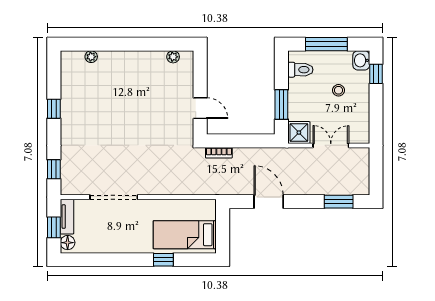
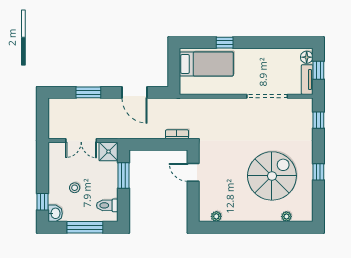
spiral stairs: (108, 104) -> (272, 176), added
window: (339, 202) -> (88, 92), moved

